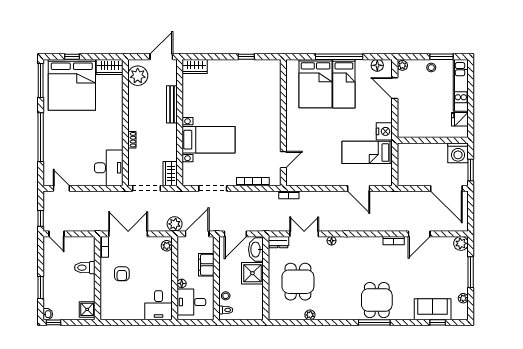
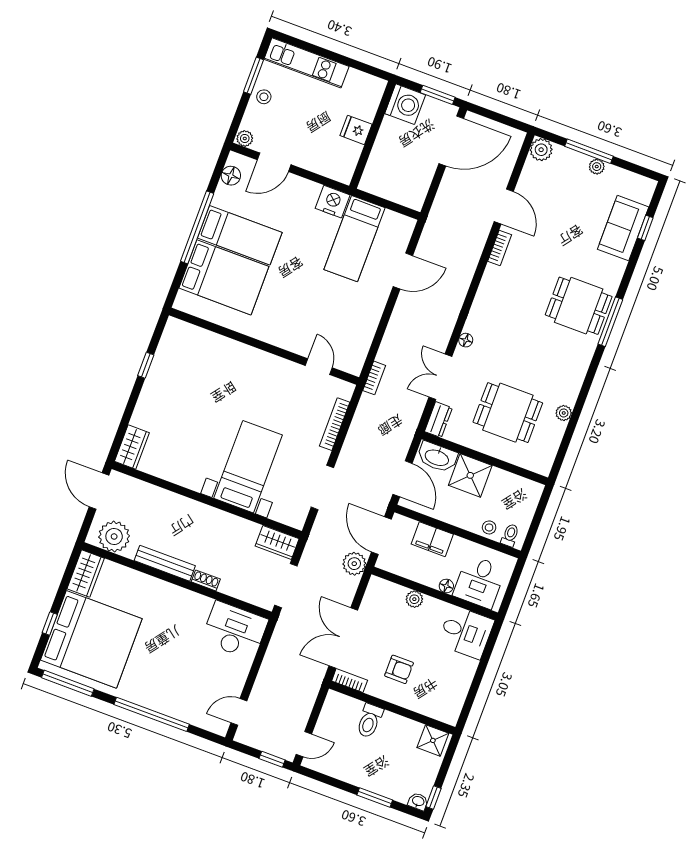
bench: (172, 104) -> (165, 563), moved
fridge: (460, 119) -> (356, 130), moved, turned 90
plant: (167, 246) -> (414, 599), moved
plant: (463, 298) -> (597, 167), moved

